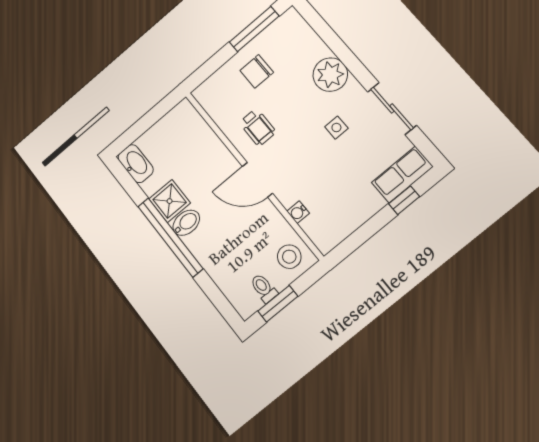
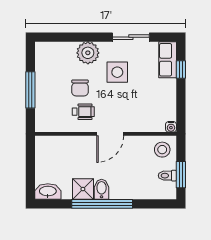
window: (254, 29) -> (30, 90), moved
chair: (257, 71) -> (80, 88), moved
side table: (336, 128) -> (117, 72), width x1.87, depth x1.87
water cooler: (298, 212) -> (171, 127), moved

